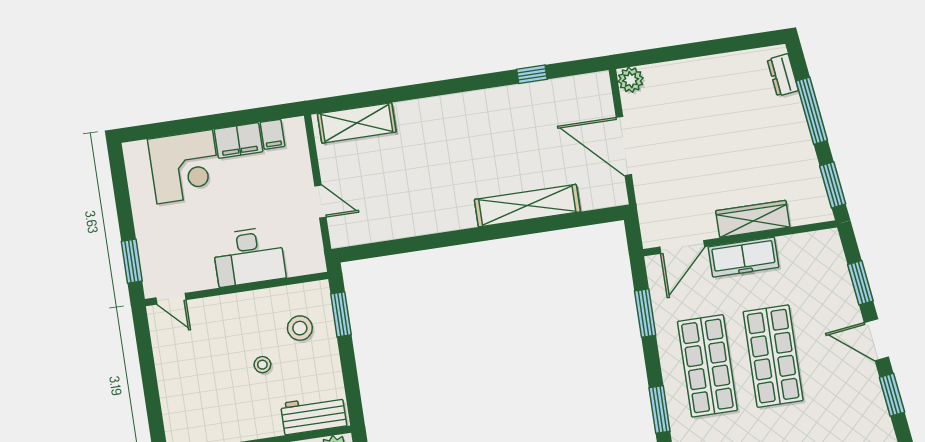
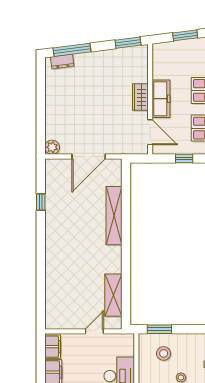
window: (812, 111) -> (72, 50), moved
shelving: (357, 123) -> (113, 295), moved
filing cabinet: (273, 134) -> (53, 347), width x2.00
wardrobe: (753, 219) -> (140, 97), width x0.67
window: (645, 313) -> (184, 159), width x0.67

